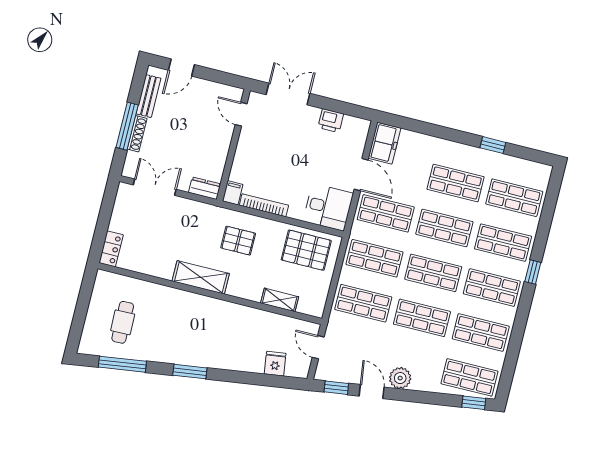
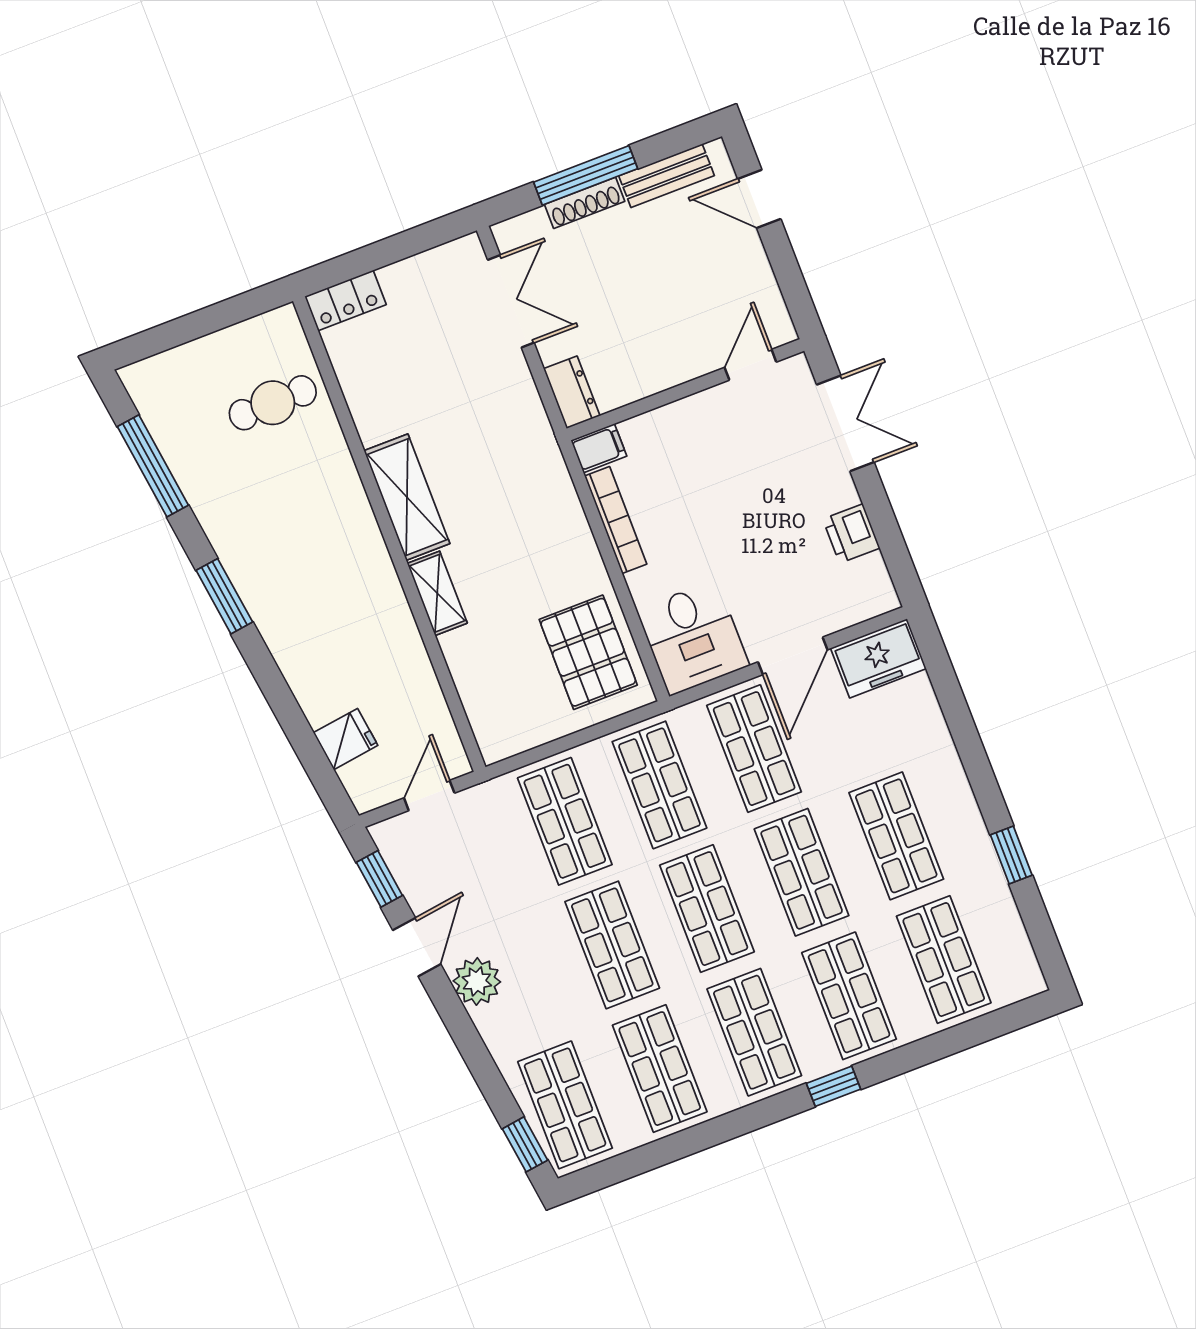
pallet: (238, 241) -> (520, 518), removed
shelving: (280, 300) -> (437, 593), moved
cafe table: (123, 322) -> (273, 403), moved

